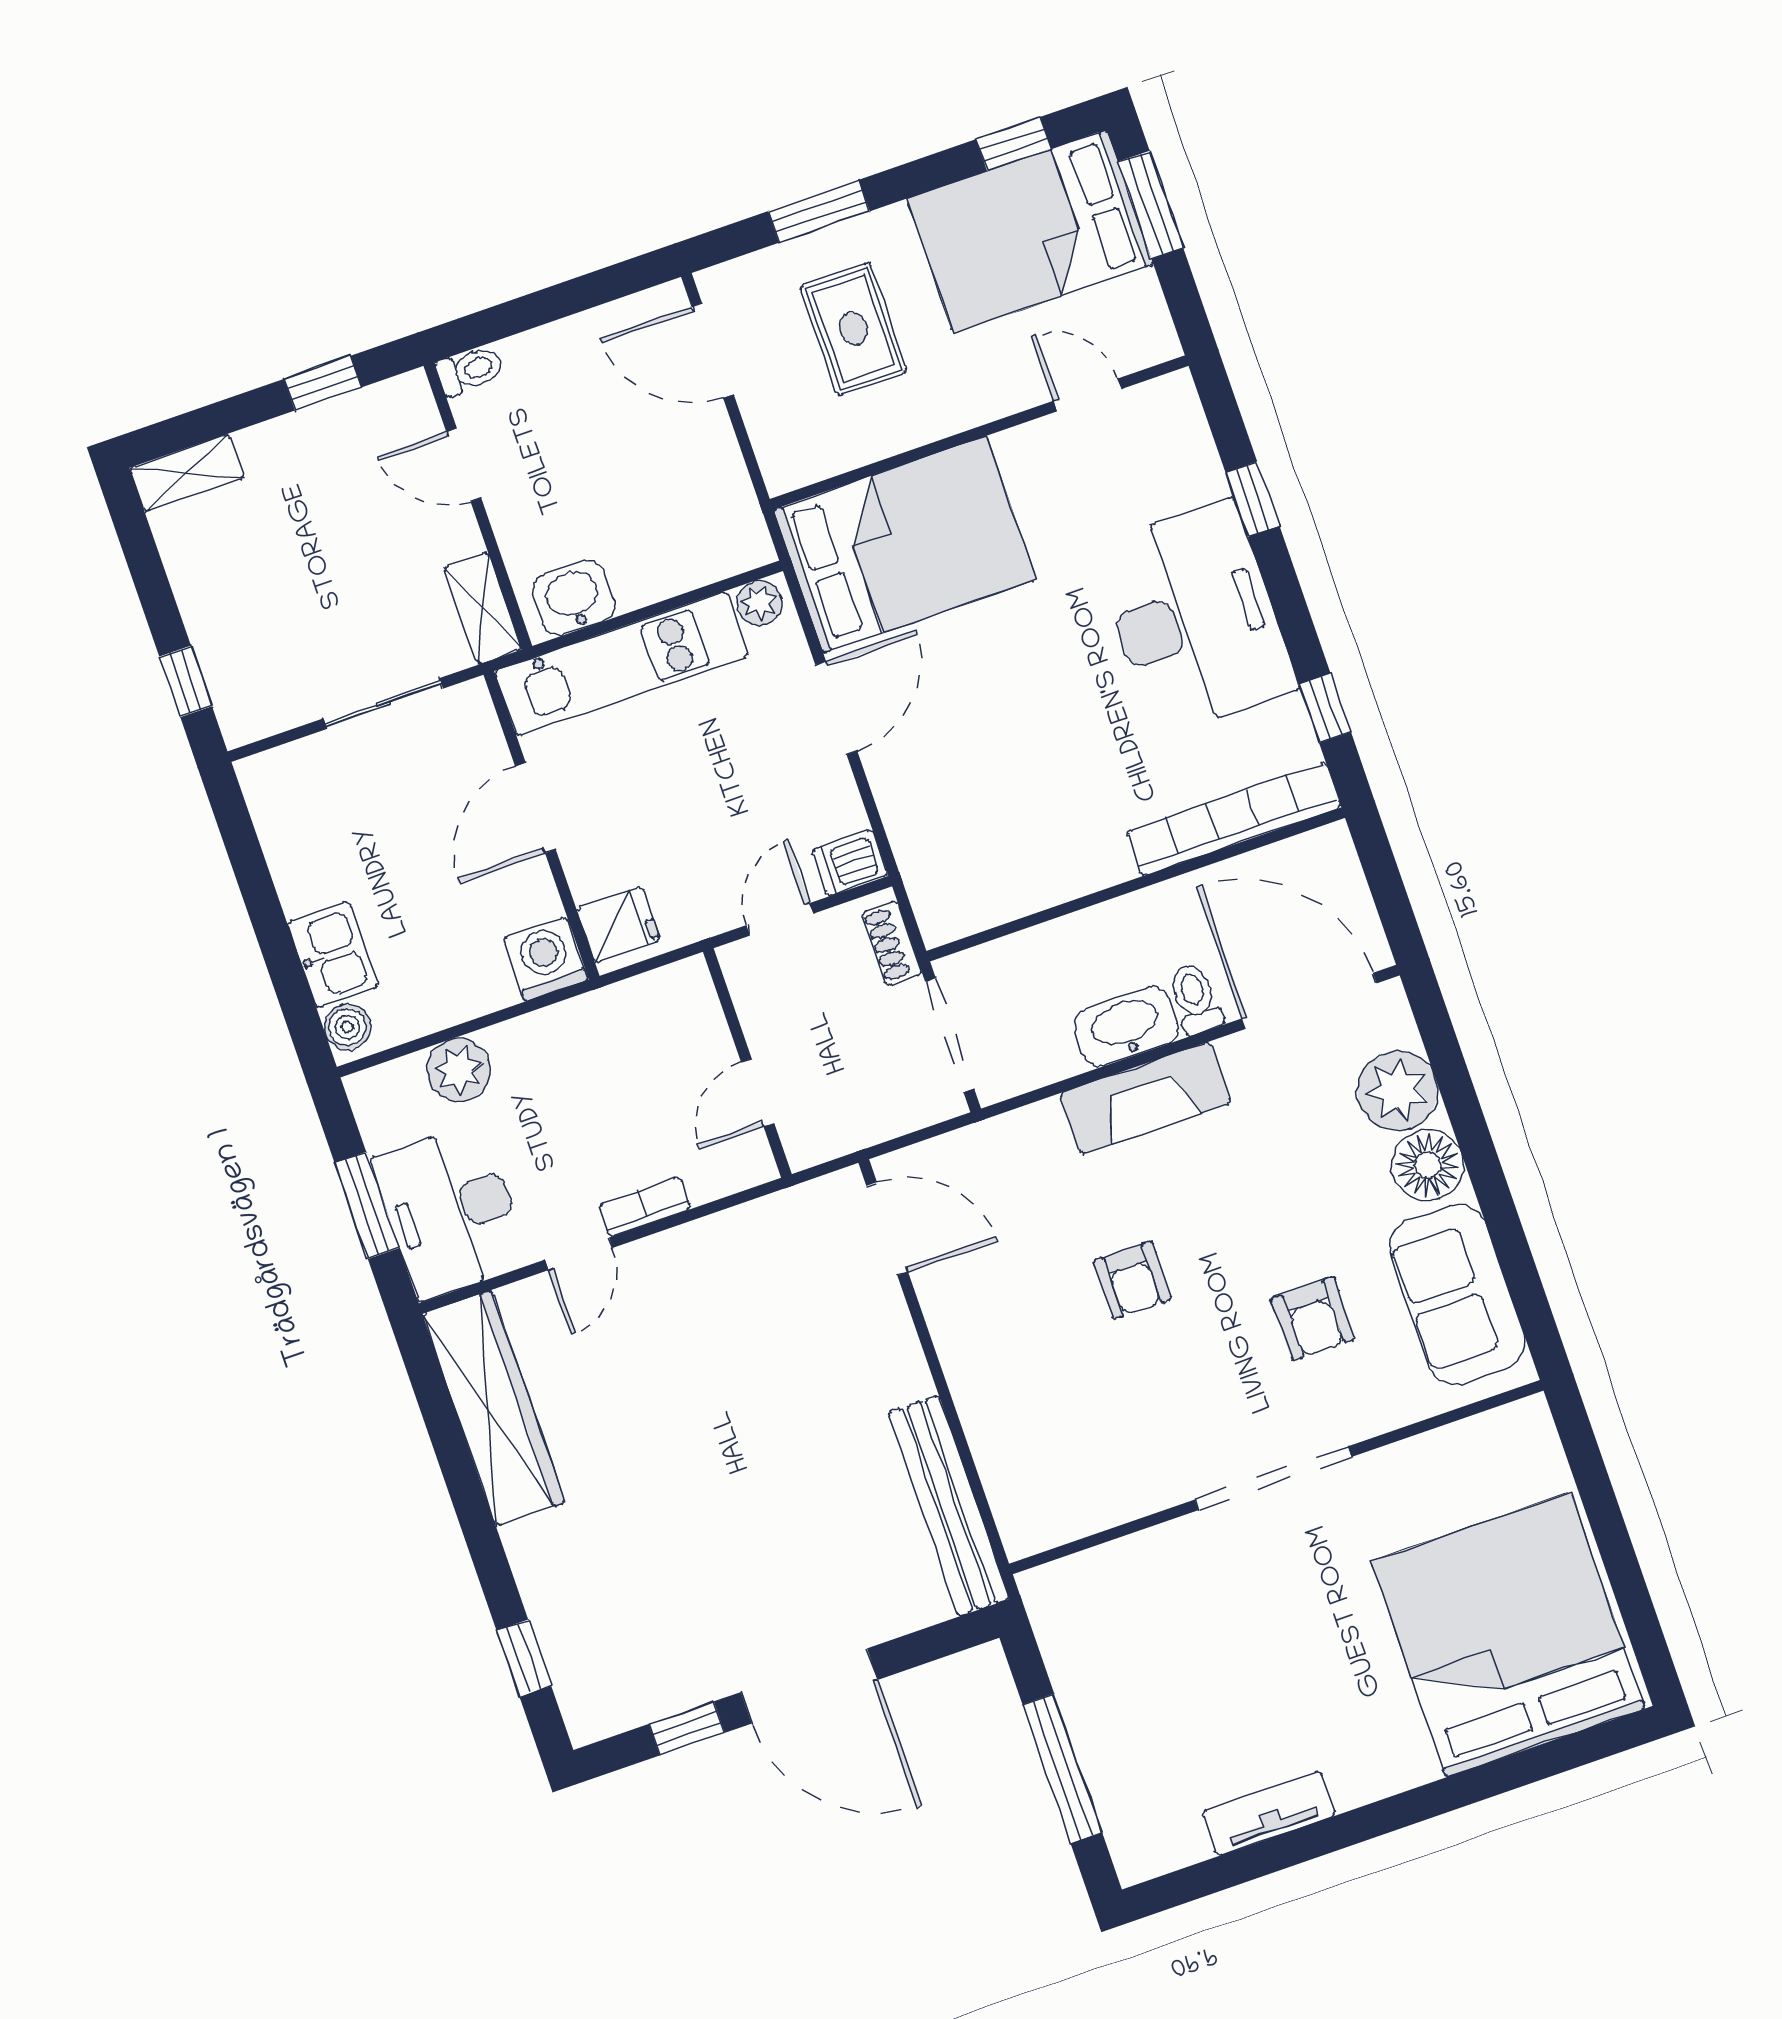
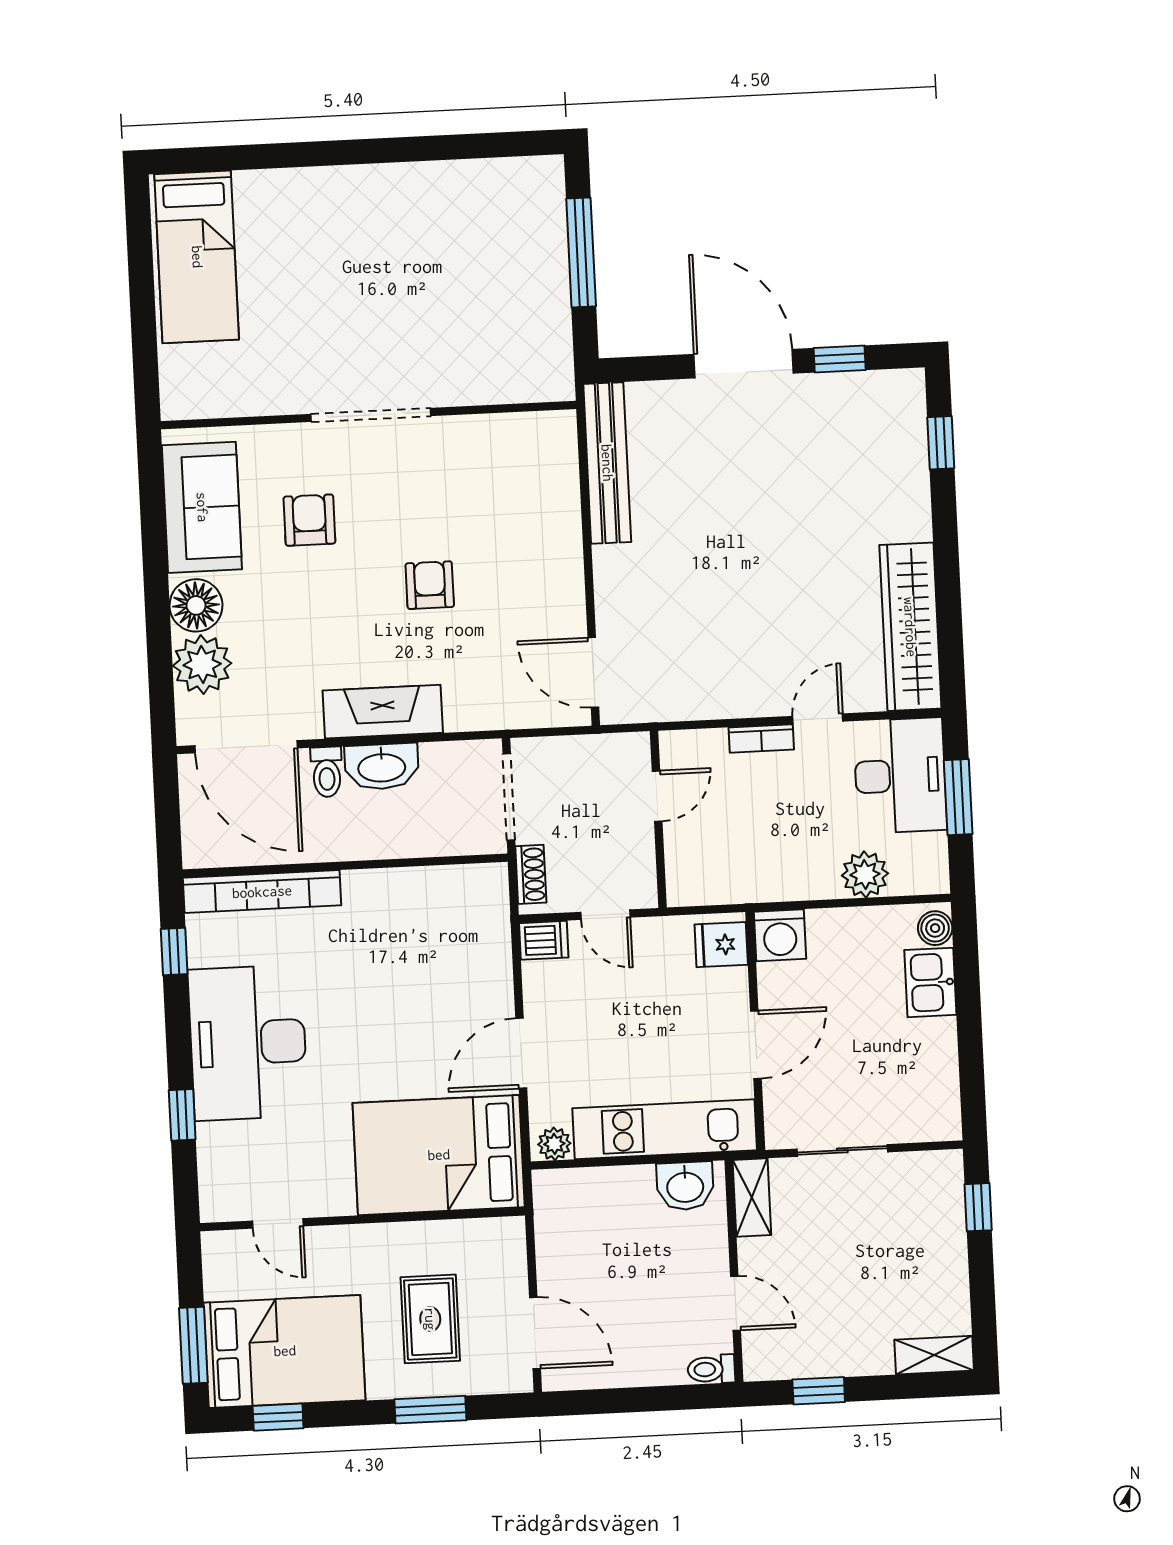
door: (780, 919) -> (605, 915), hinge flipped
bed: (1508, 1635) -> (197, 257), width x0.49
tv unit: (1269, 1813) -> (444, 178), removed

